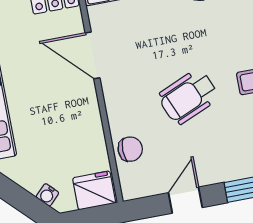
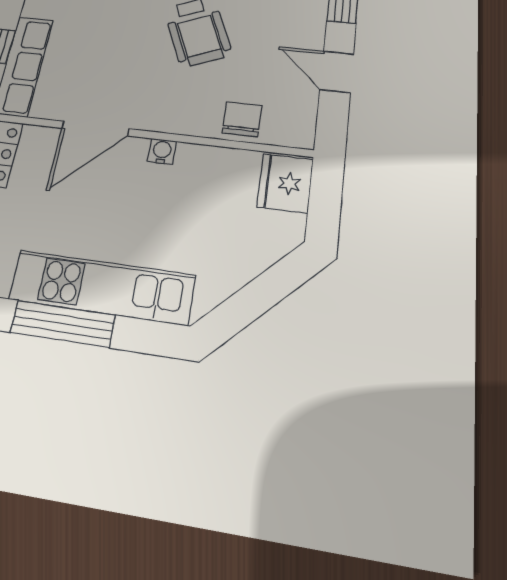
water cooler: (47, 195) -> (162, 151), moved, turned -135

